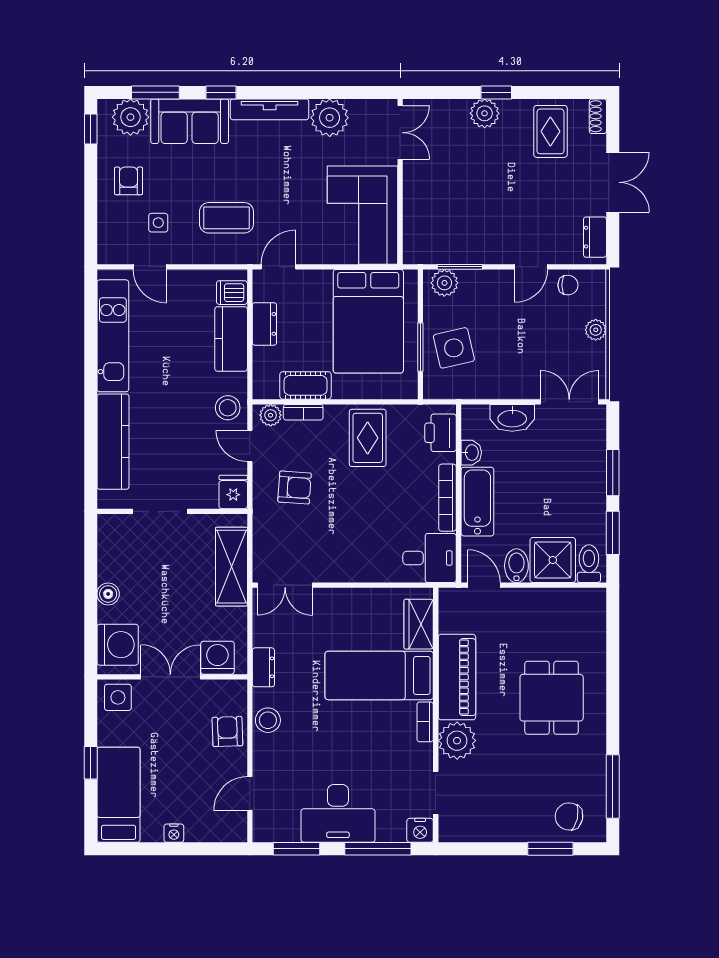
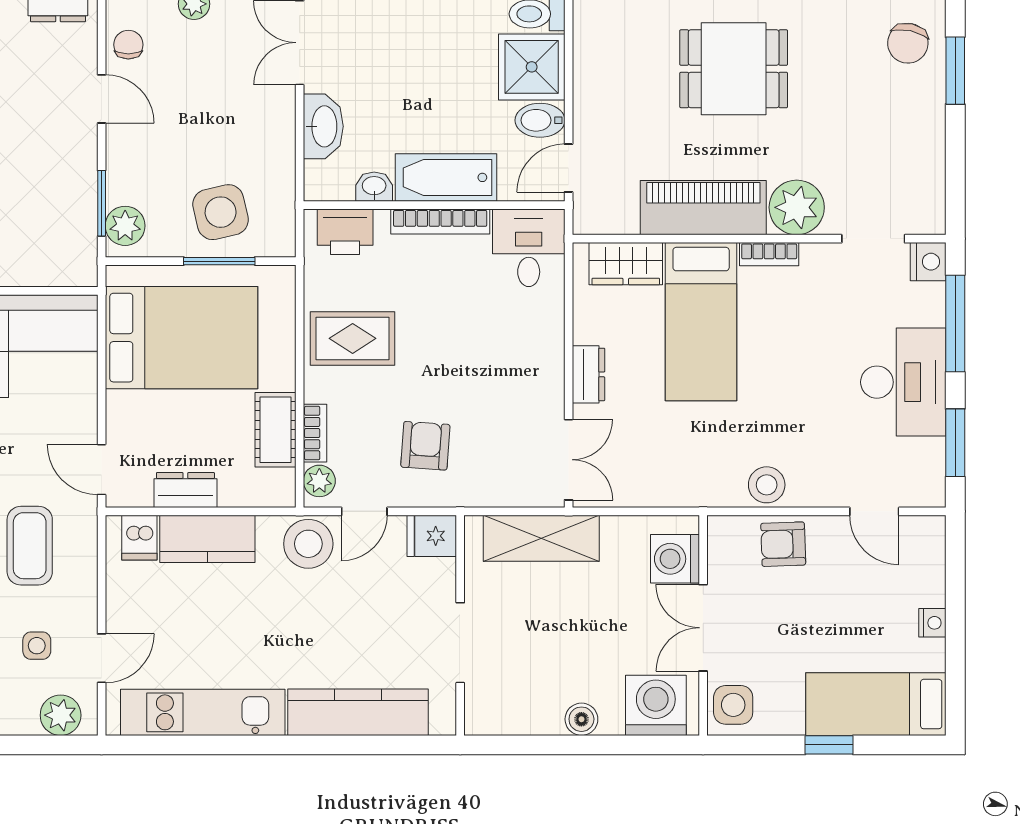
plant: (111, 239) -> (61, 715), added
stool: (228, 408) -> (308, 544), width x1.38, depth x1.38
dresser: (263, 667) -> (588, 374), moved, turned 90

